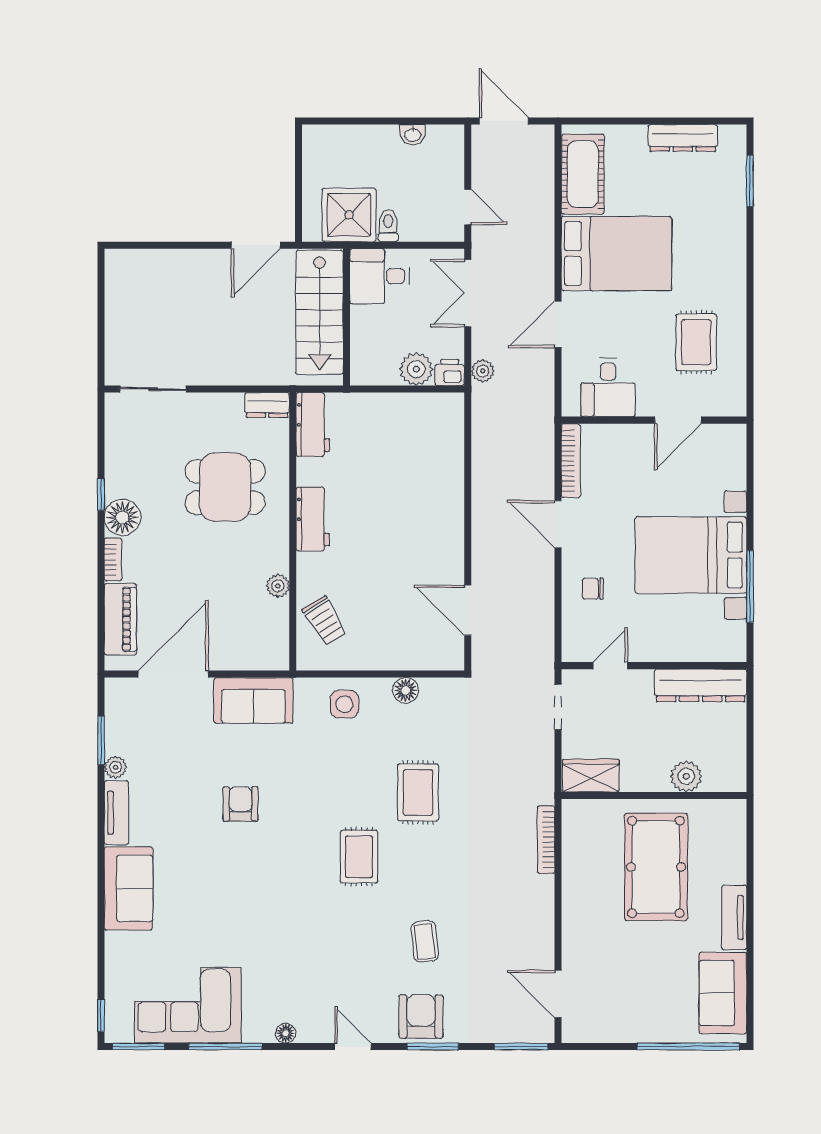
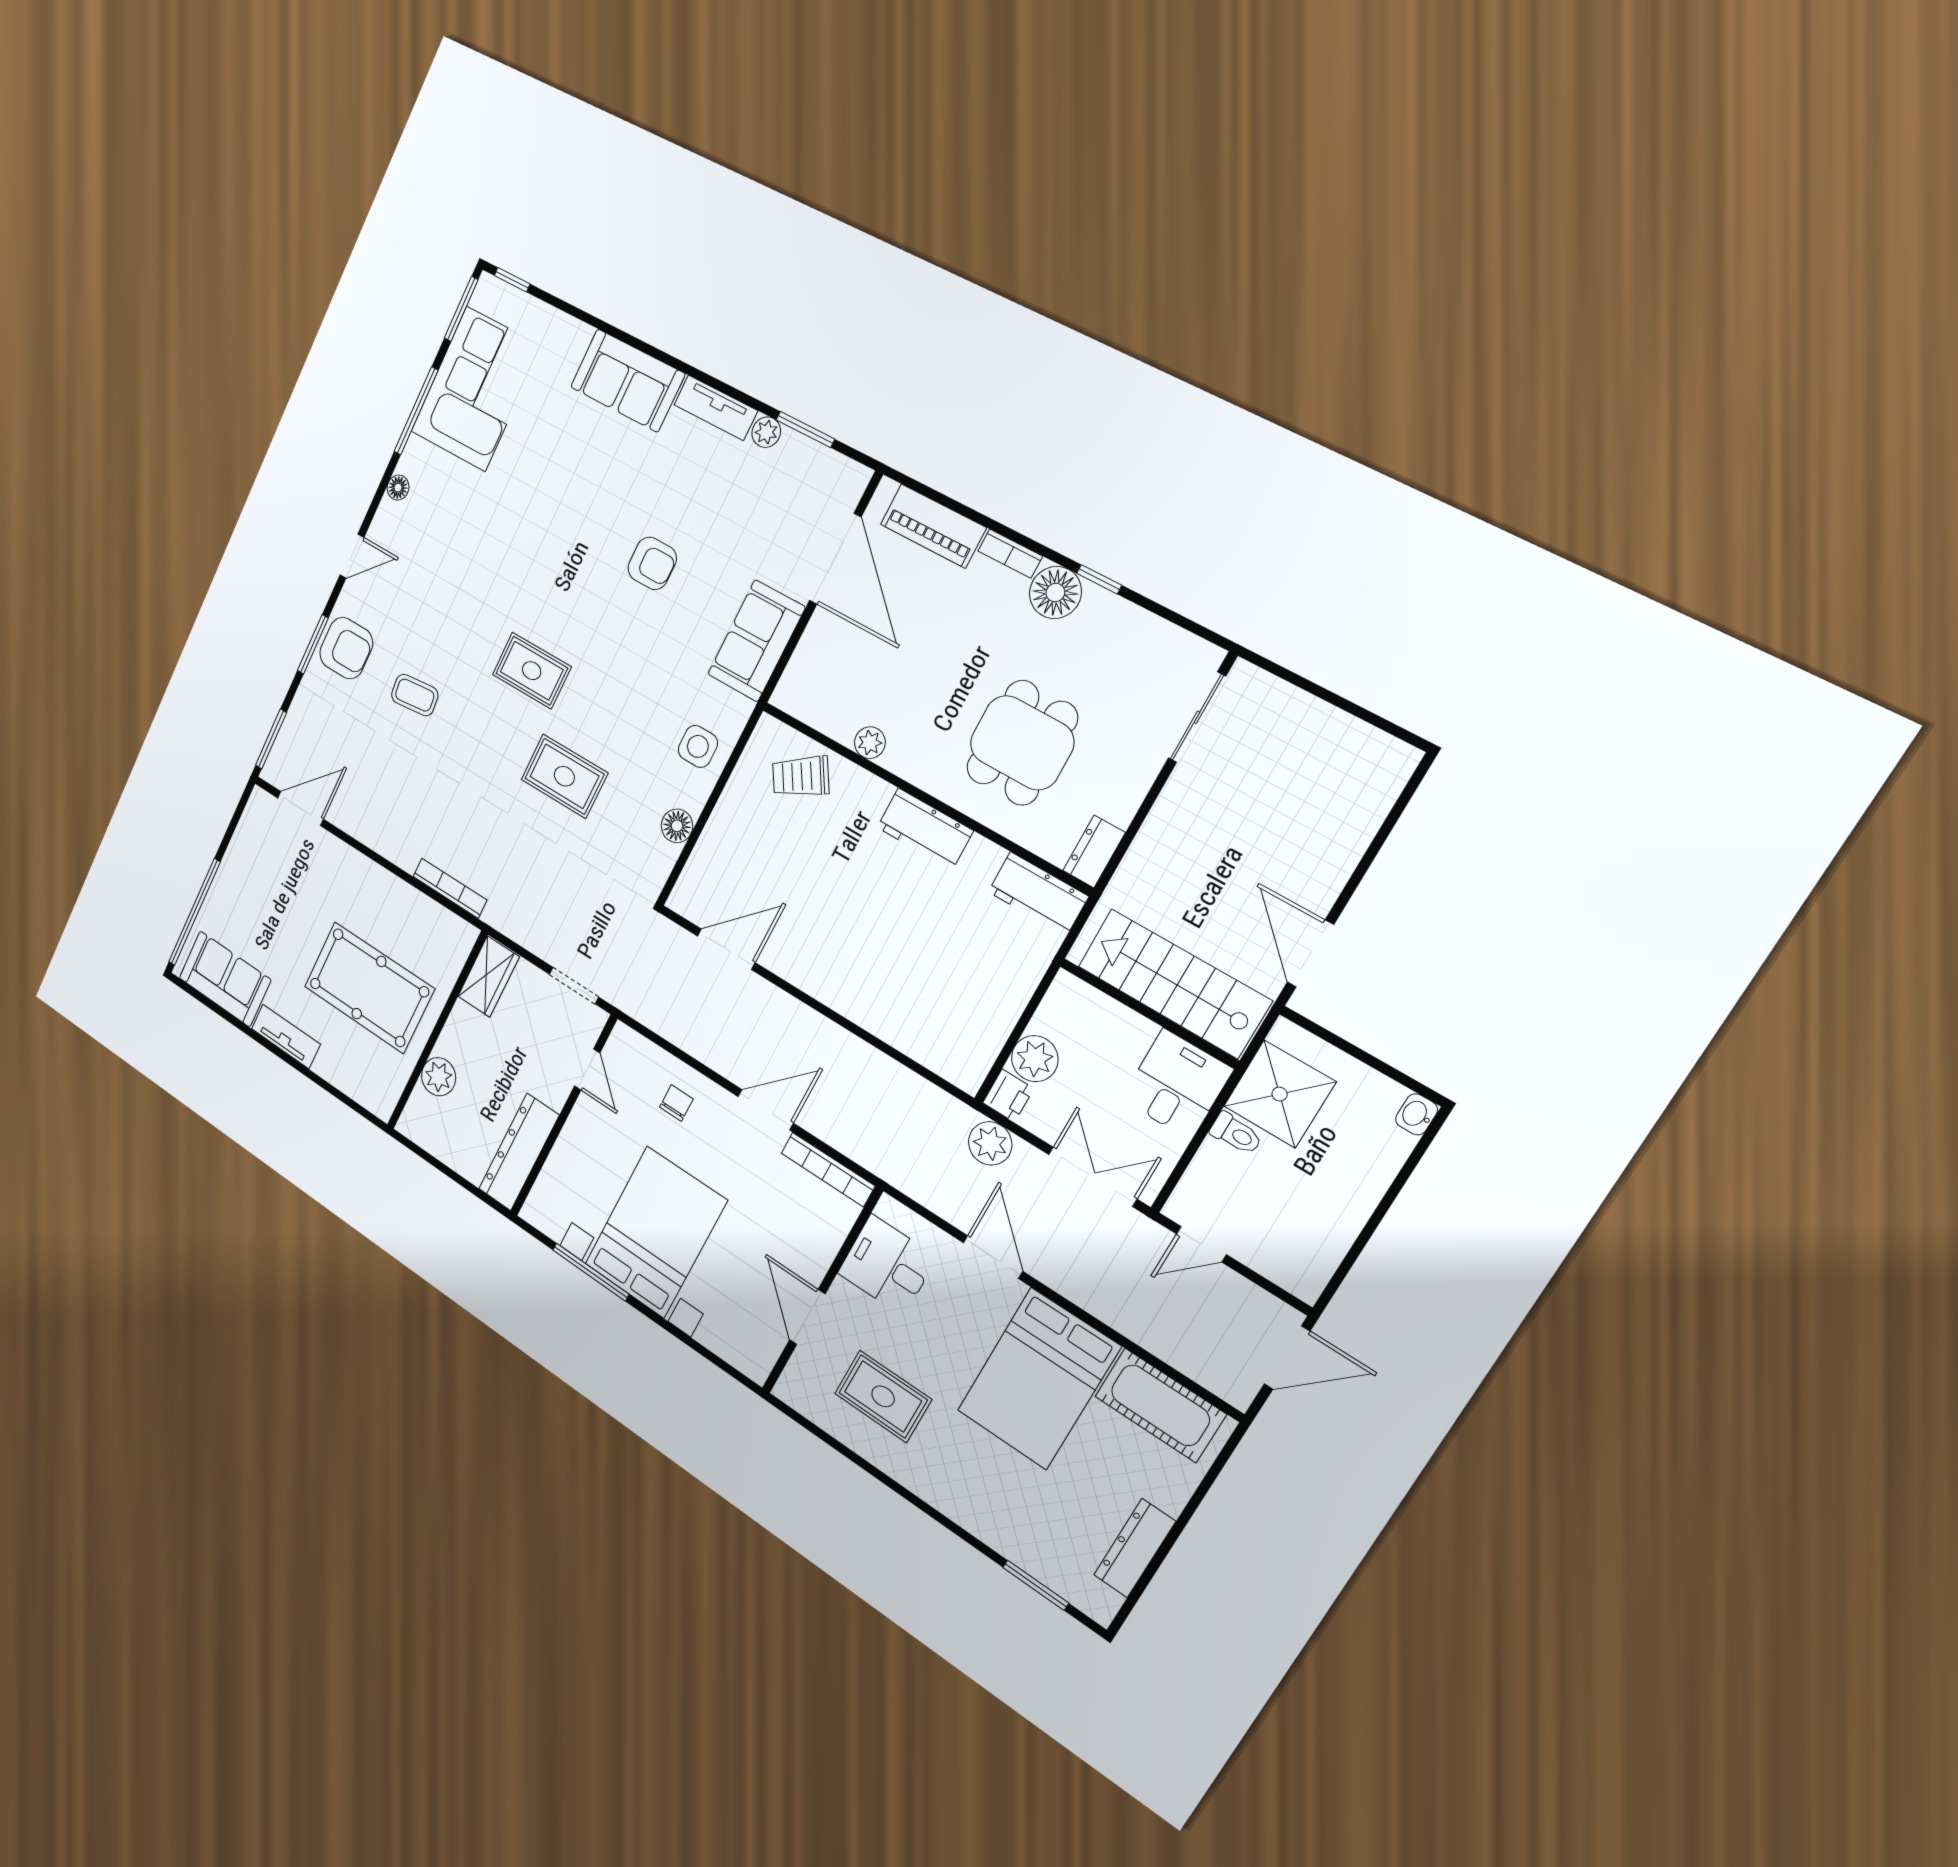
washbasin: (413, 135) -> (1417, 1114), moved
plant: (483, 371) -> (990, 1143), width x1.38, depth x1.38

